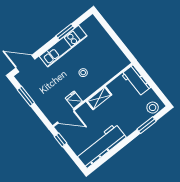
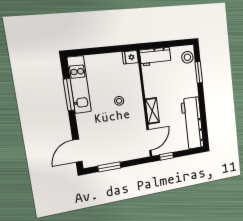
window: (65, 32) -> (69, 95), width x1.44
kitchen unit: (63, 46) -> (79, 85), moved
shelving: (99, 98) -> (152, 111), moved
fridge: (74, 100) -> (130, 57), moved

